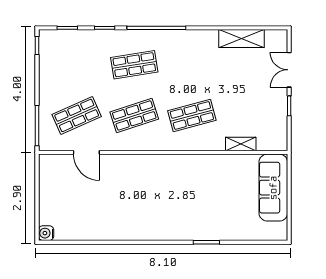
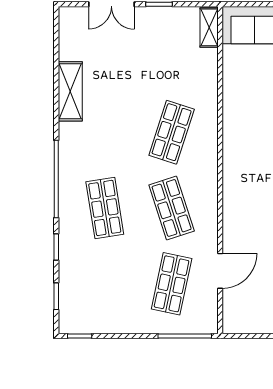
shelving: (242, 38) -> (70, 91), moved
shop shelf: (77, 115) -> (172, 284), turned 36
shop shelf: (192, 115) -> (172, 132), turned 33
shelving: (241, 144) -> (209, 27), moved

